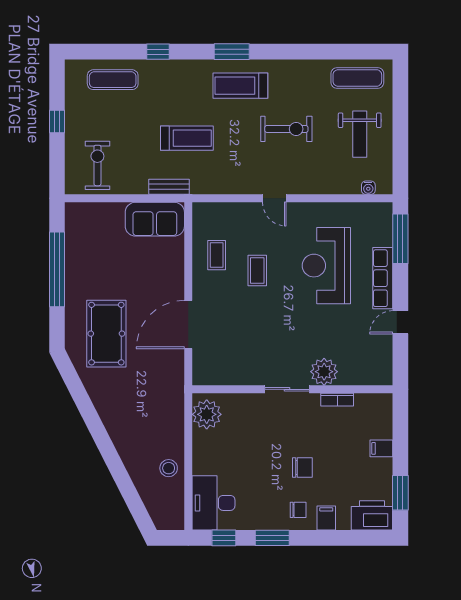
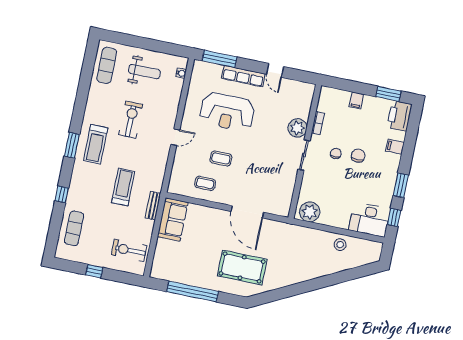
chair: (298, 510) -> (336, 153), moved

